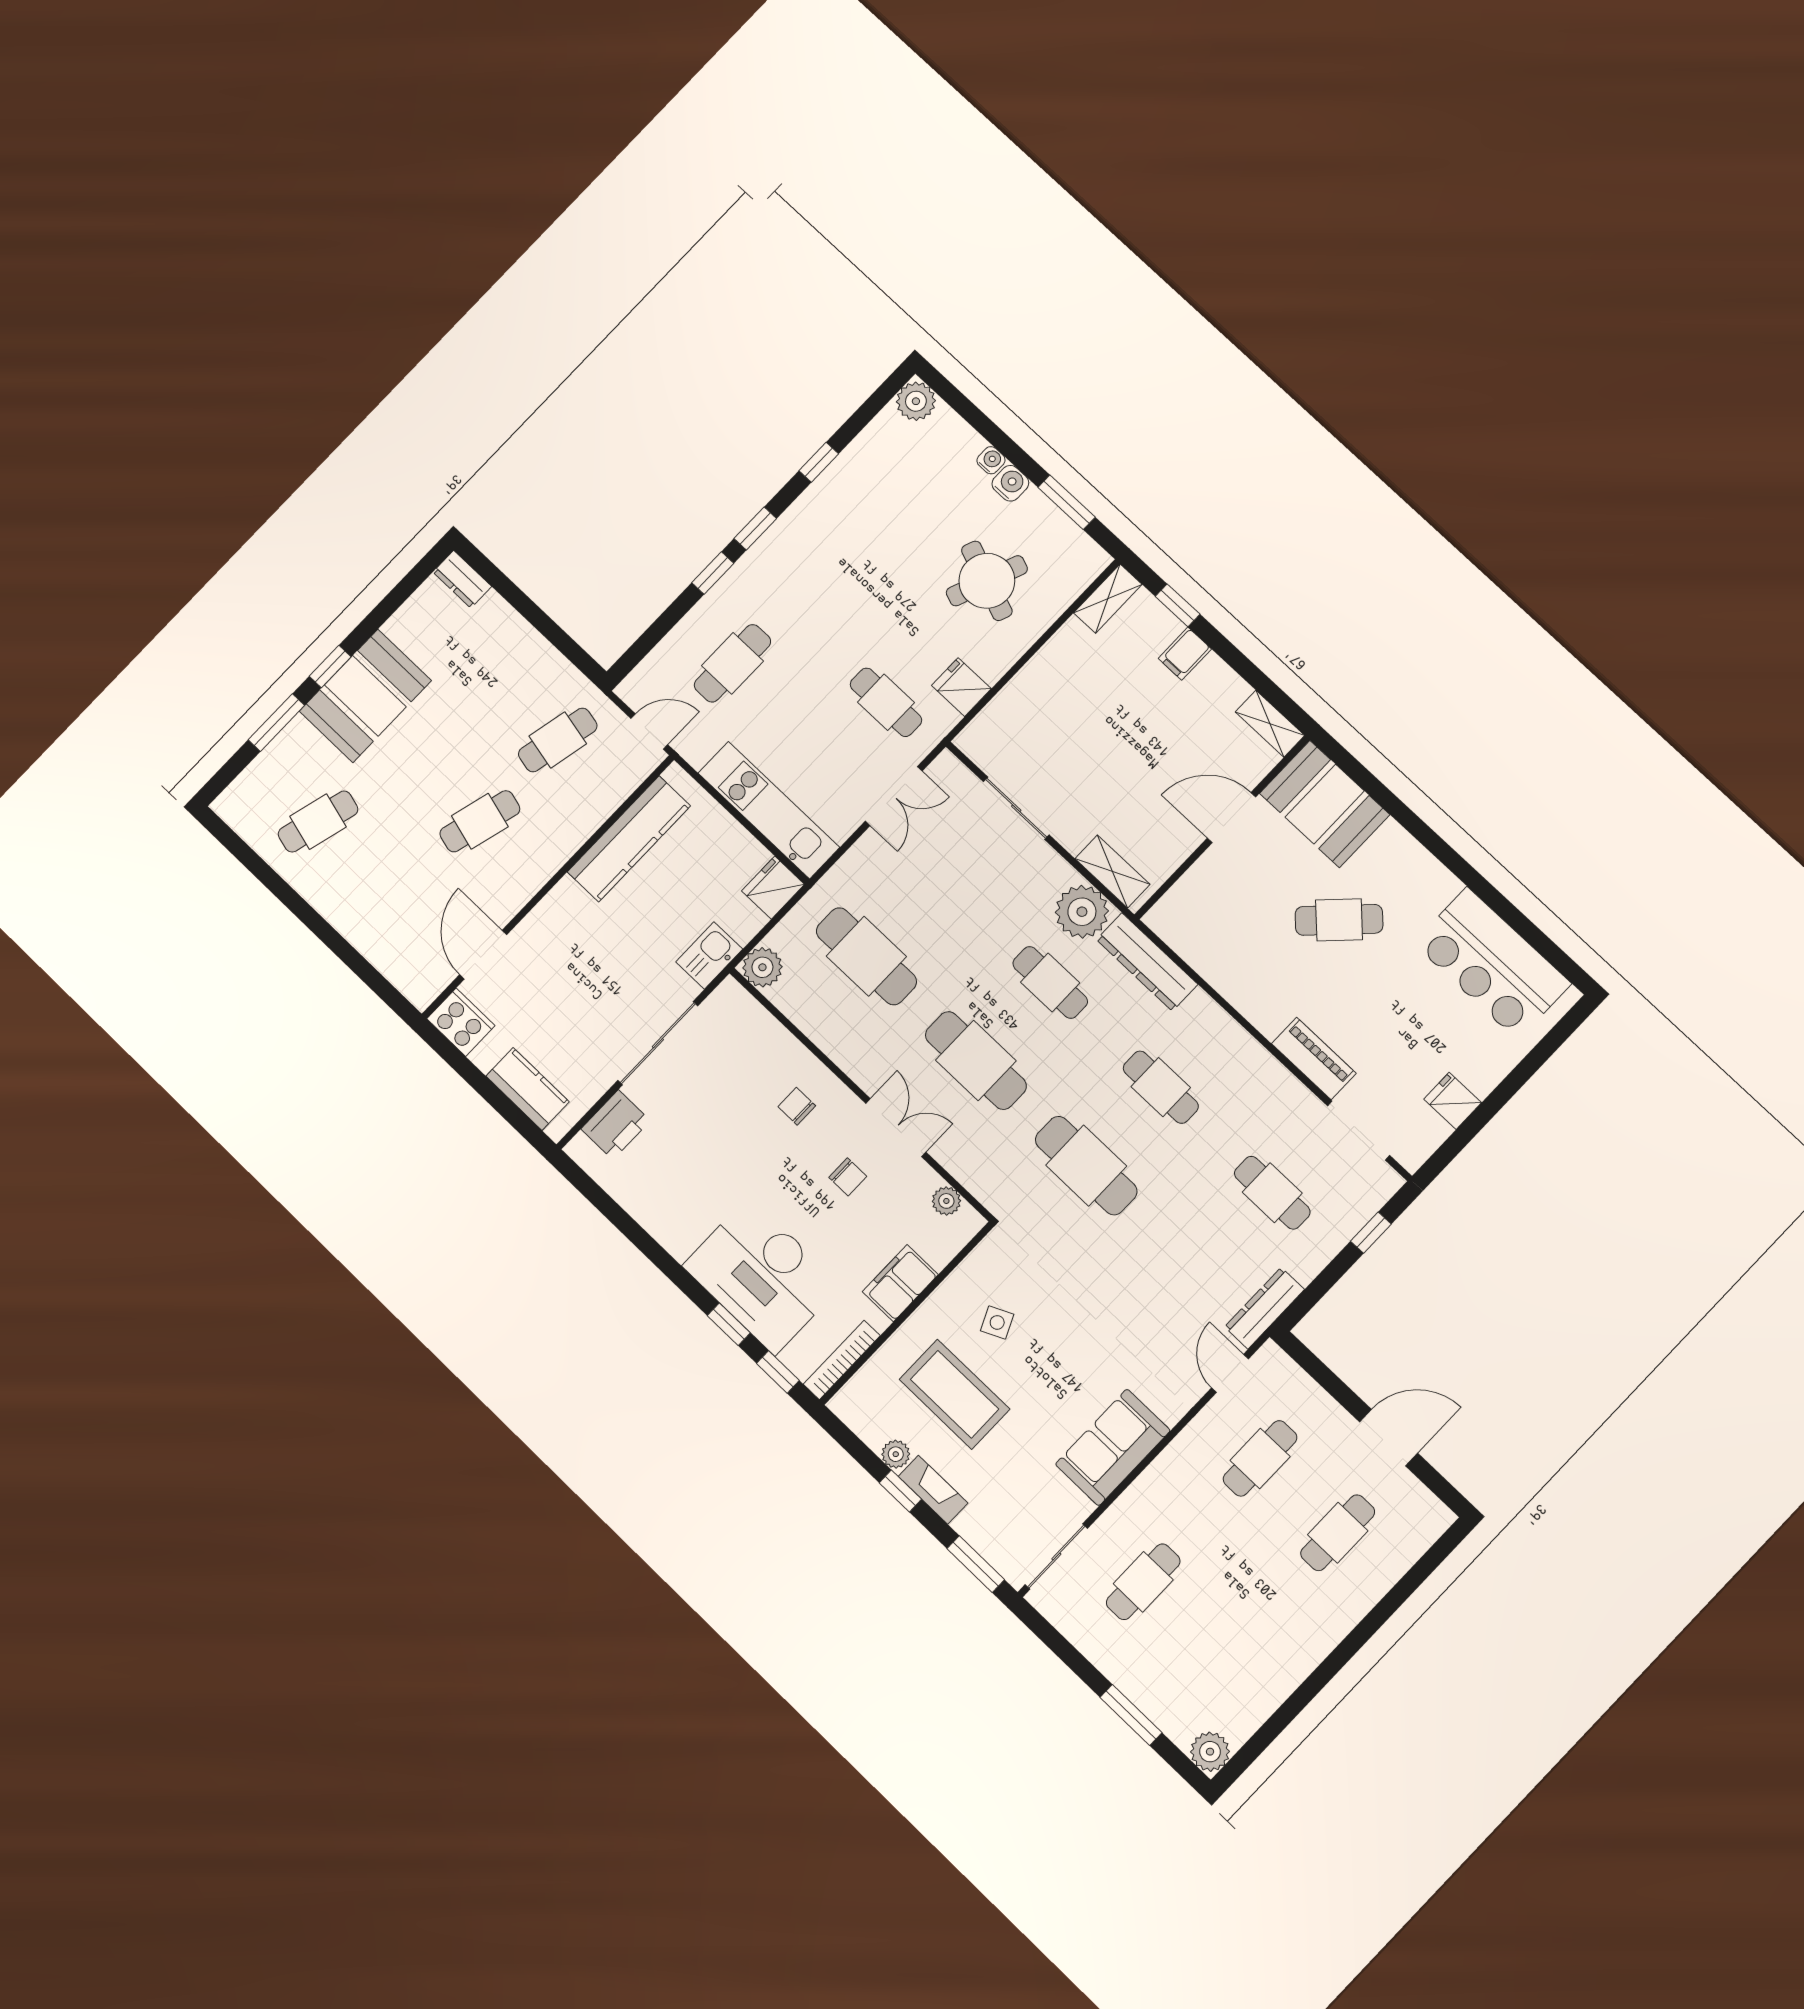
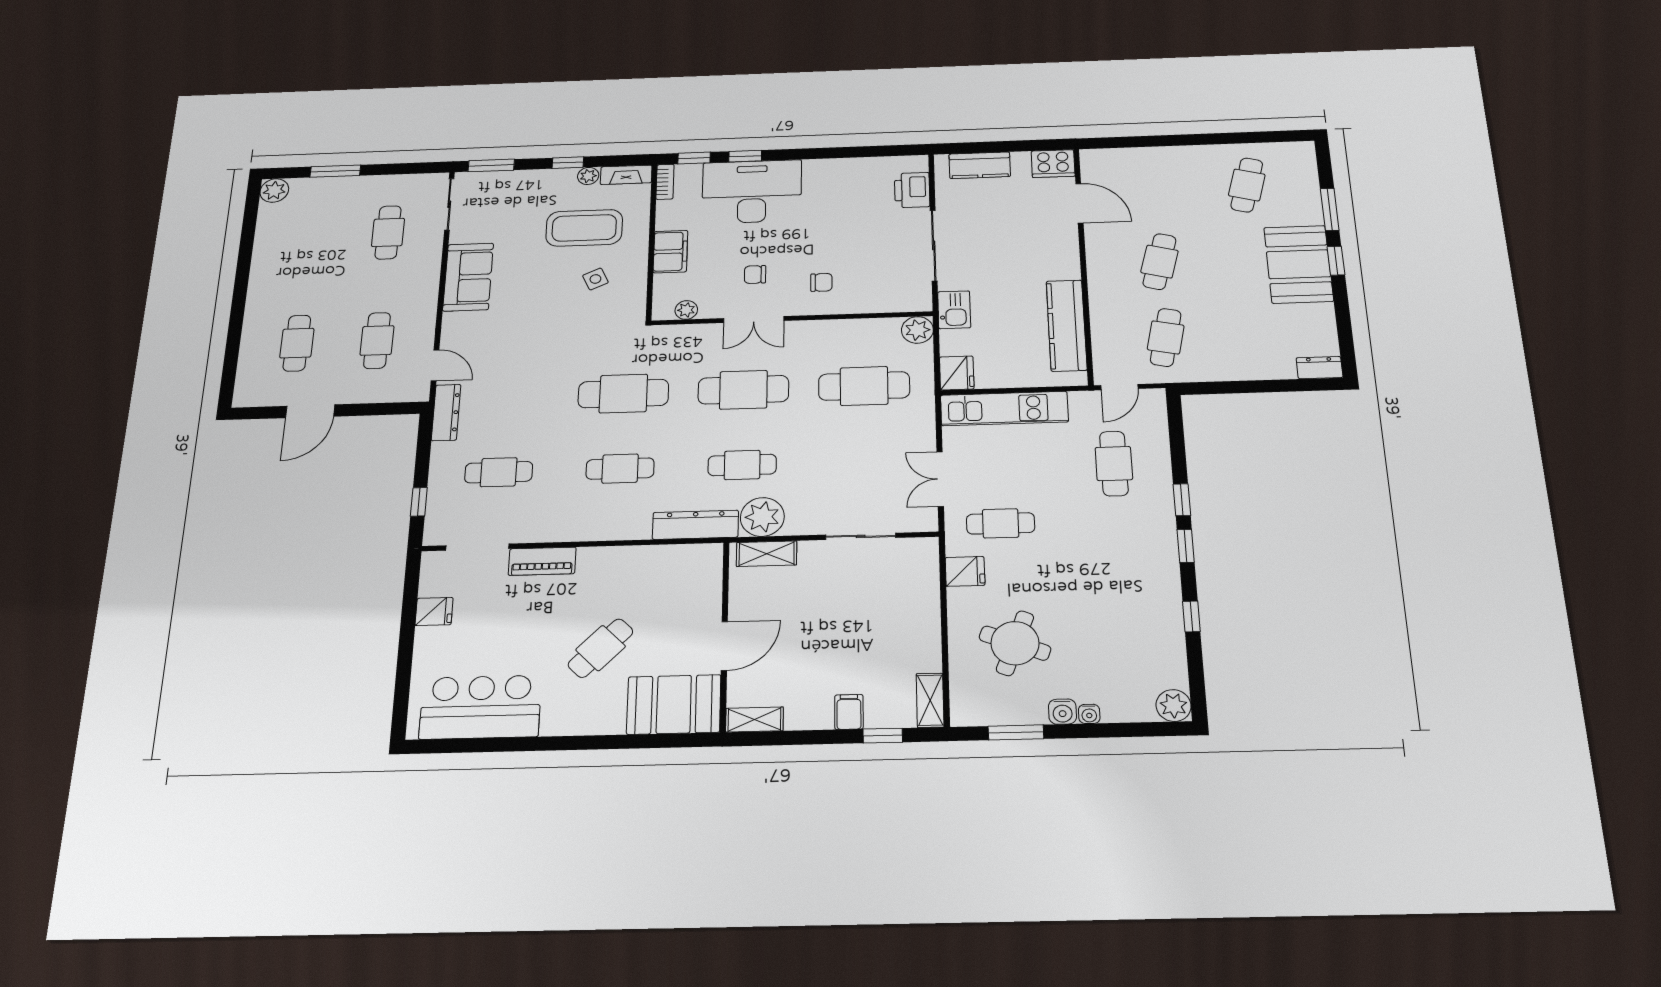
bookcase: (842, 1360) -> (665, 182), width x0.64
fireplace: (933, 1490) -> (626, 175), moved

